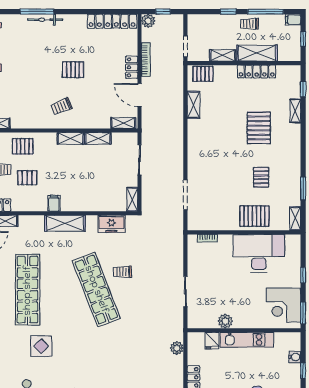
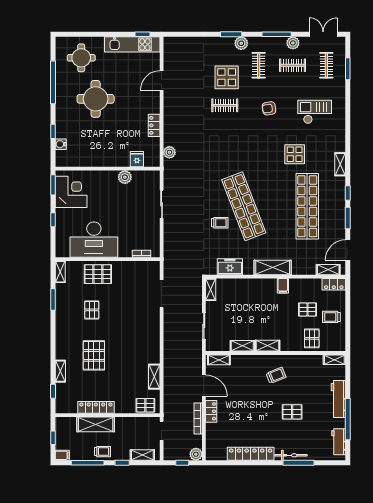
locker: (112, 21) -> (251, 454), moved
shelving: (223, 55) -> (142, 455), moved
pallet: (73, 70) -> (292, 412), moved
pallet: (23, 146) -> (312, 338), turned 90
kitchen unit: (247, 340) -> (105, 160), removed

